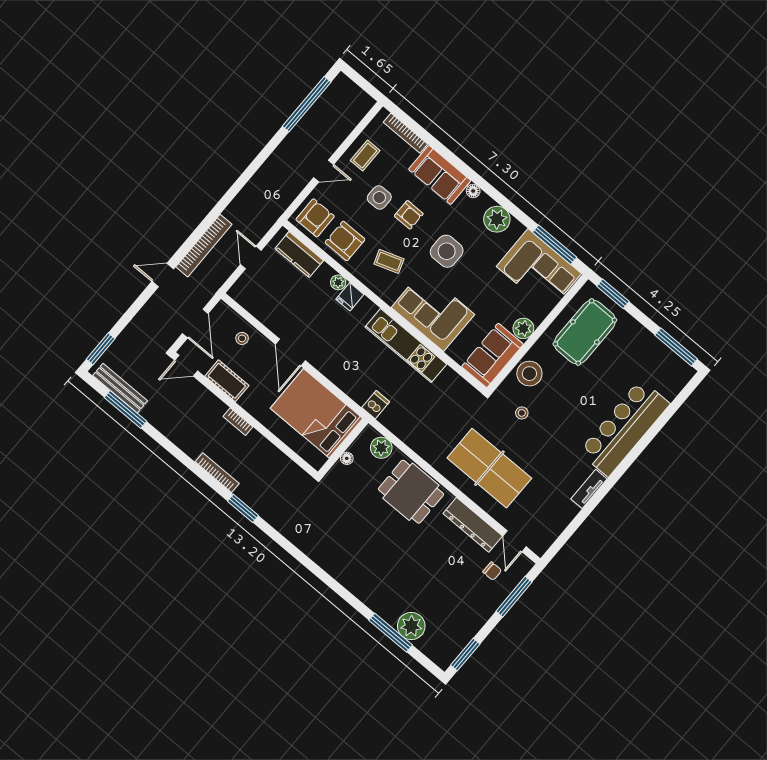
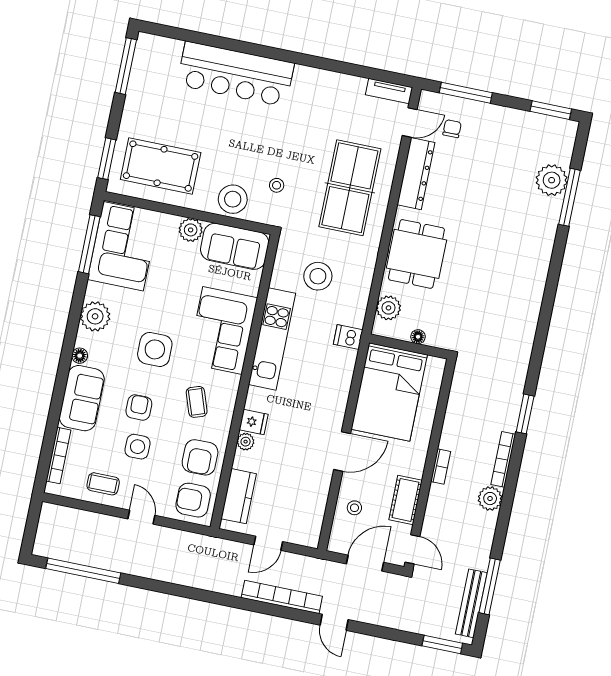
stool: (435, 407) -> (318, 276), added
plant: (193, 446) -> (490, 499), added
tv unit: (589, 489) -> (389, 91), moved

